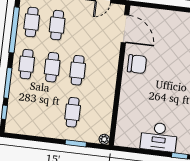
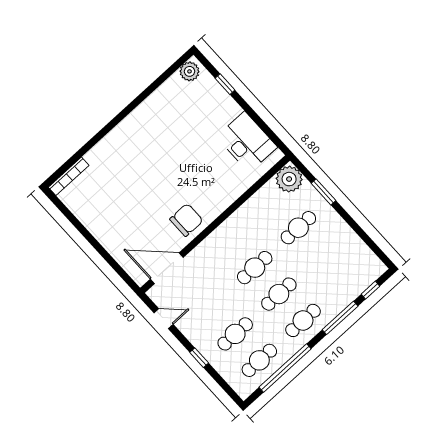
door: (125, 29) -> (167, 268), hinge flipped
chair: (137, 64) -> (186, 220), turned 90
desk: (159, 137) -> (247, 142), moved
plant: (104, 139) -> (289, 179), width x1.88, depth x1.88

